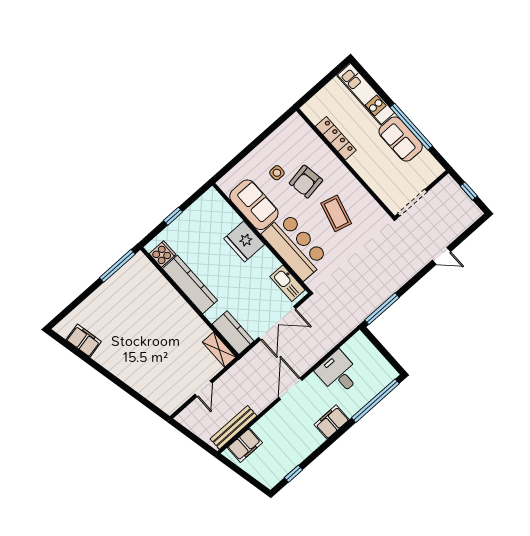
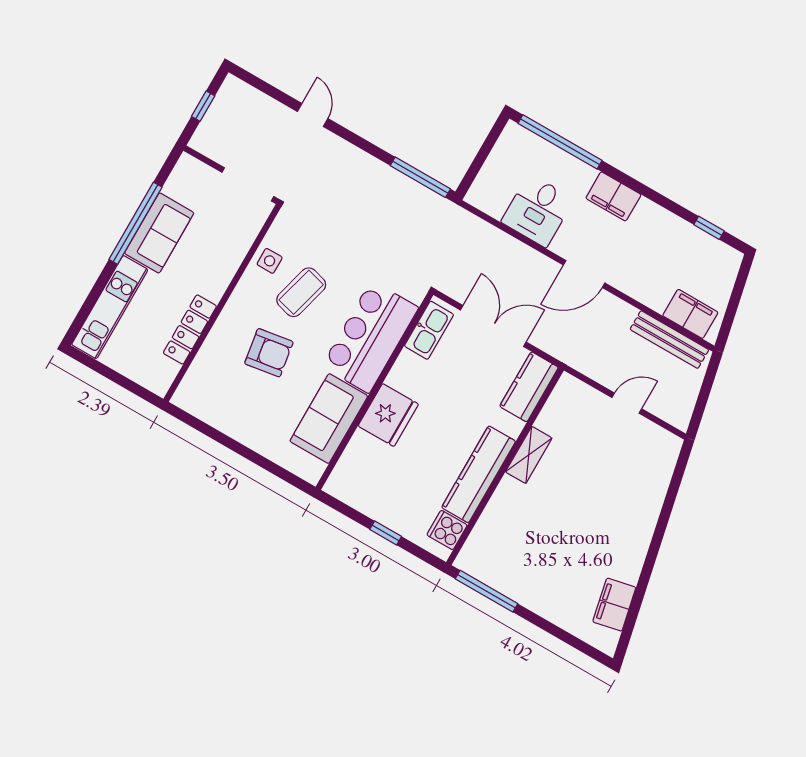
side table: (277, 173) -> (270, 261), moved
shelving: (219, 350) -> (529, 455), moved

